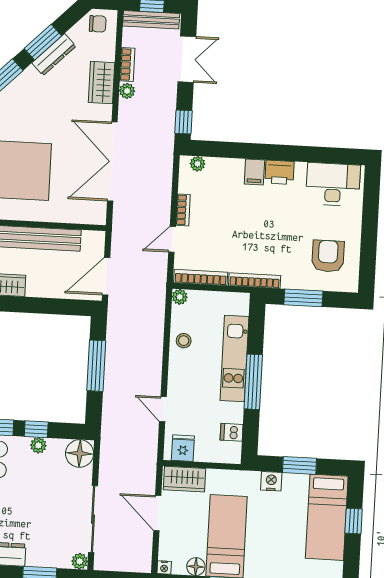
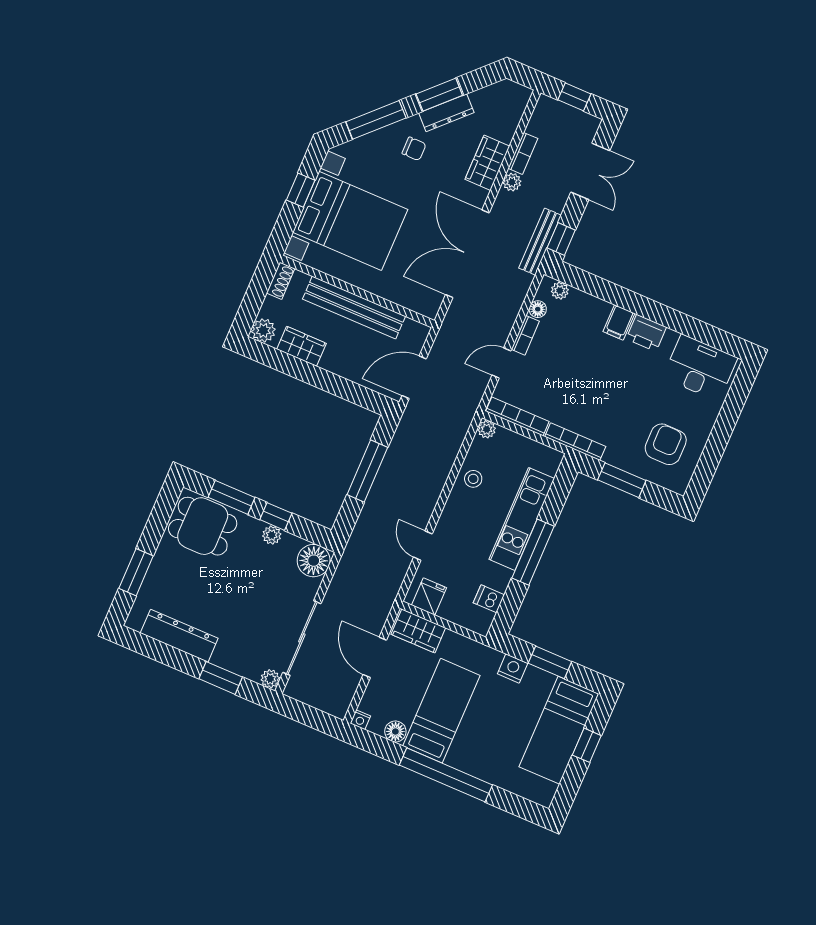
bench: (151, 20) -> (540, 242), moved, turned 90
chair: (98, 24) -> (414, 149), moved
floor lamp: (185, 185) -> (538, 309), added

